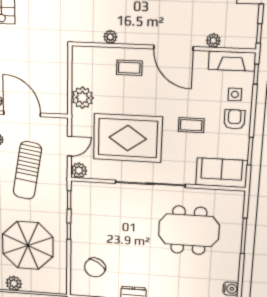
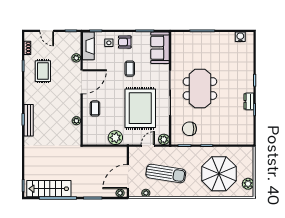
door: (69, 146) -> (148, 146), hinge flipped
meeting table: (189, 230) -> (200, 89), moved
chair: (95, 268) -> (189, 129), moved, turned 146

